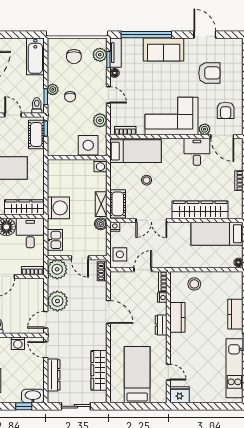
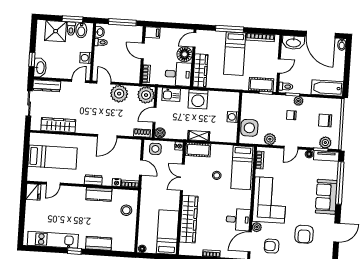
washing machine: (100, 166) -> (233, 117), moved
boiler: (101, 224) -> (160, 133), moved
dresser: (54, 375) -> (47, 86), moved

